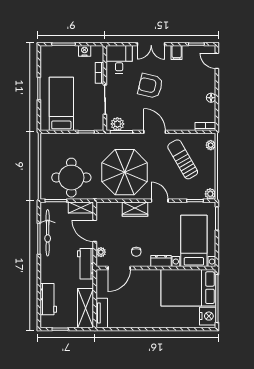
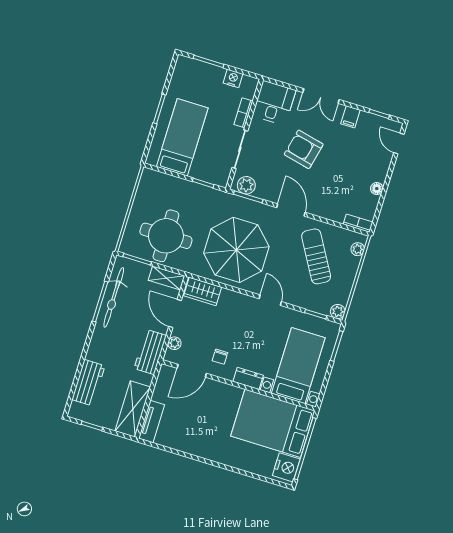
wardrobe: (135, 209) -> (203, 291), moved

